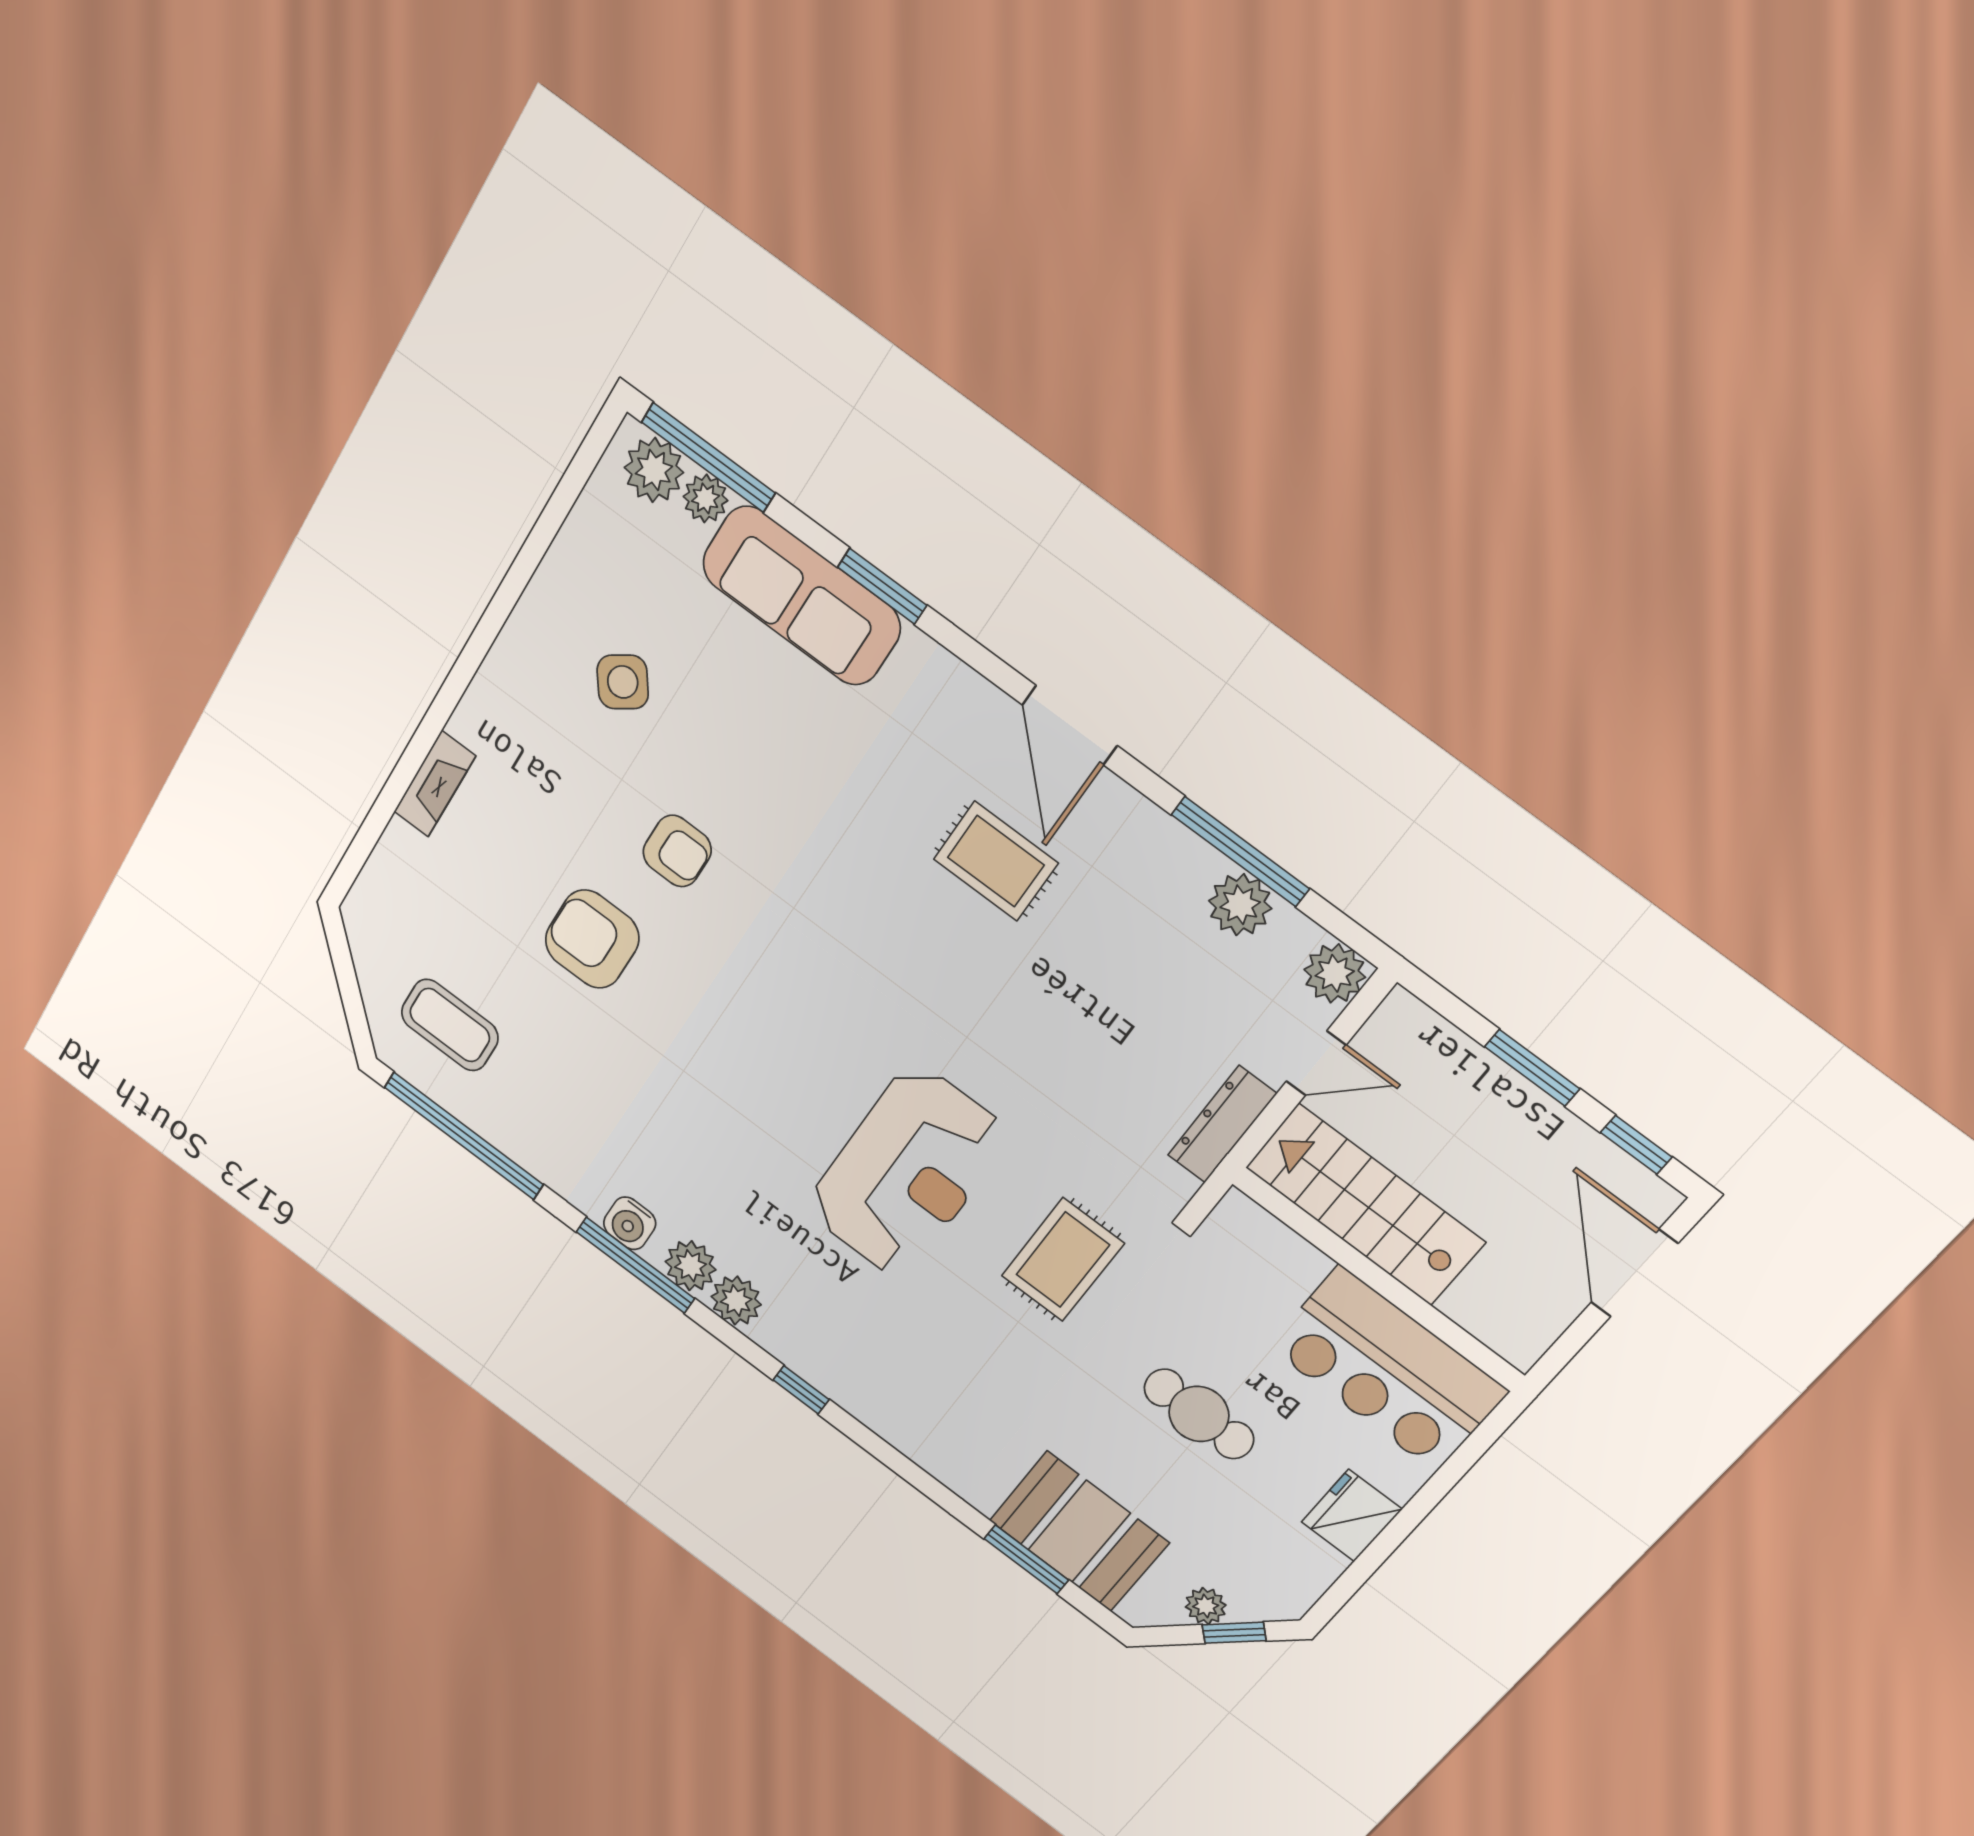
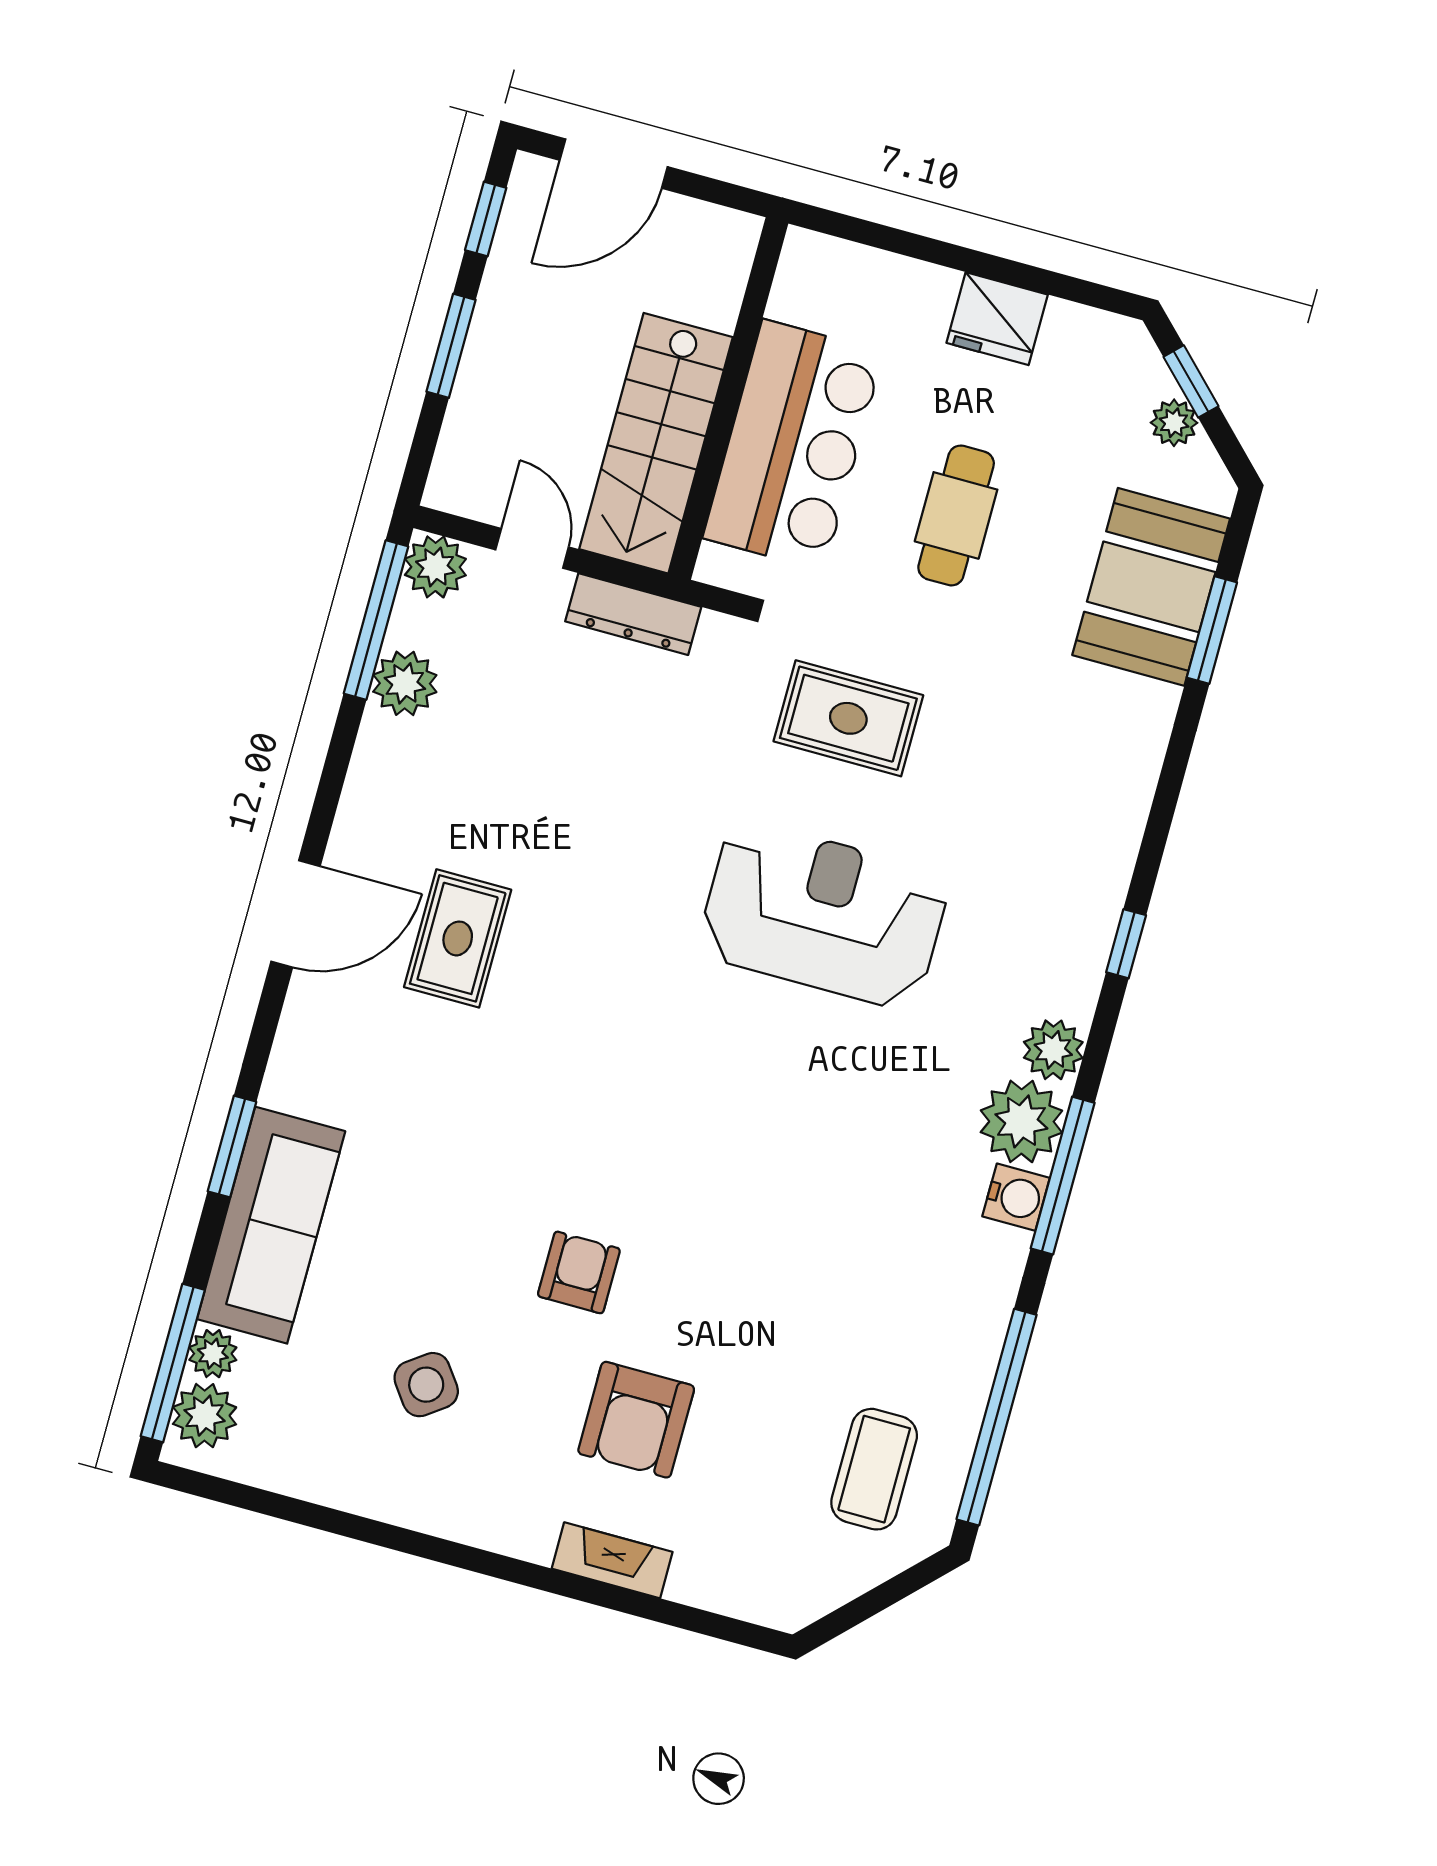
window: (1240, 852) -> (376, 620), moved
armchair: (592, 939) -> (636, 1420), moved
plant: (690, 1266) -> (1021, 1121), width x1.36, depth x1.36
bar counter: (1388, 1369) -> (793, 445), moved

